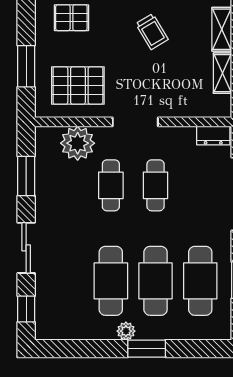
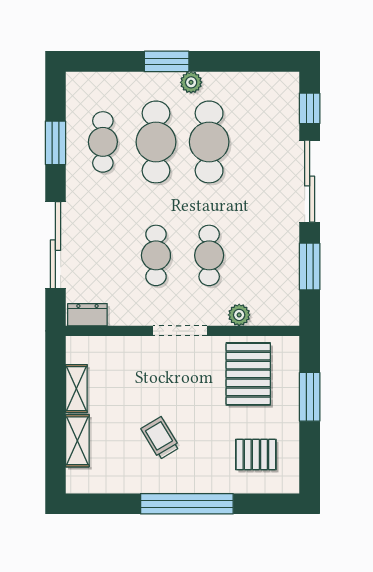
pallet: (78, 86) -> (248, 374), turned 90
plant: (78, 143) -> (239, 315), width x0.53, depth x0.53
sliding door: (26, 248) -> (310, 181), width x1.37
cafe table: (200, 281) -> (103, 142), width x0.73, depth x0.74

